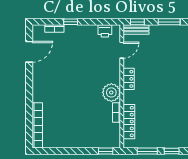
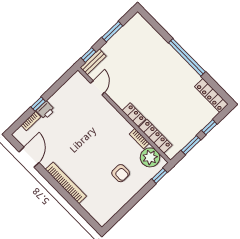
printer: (105, 31) -> (46, 110), moved
locker: (129, 79) -> (134, 115), moved
plant: (111, 92) -> (150, 157), moved
armchair: (81, 124) -> (121, 173), added
bookcase: (37, 125) -> (66, 183), moved

